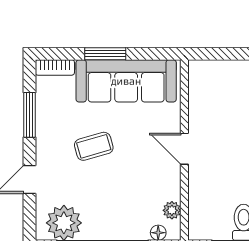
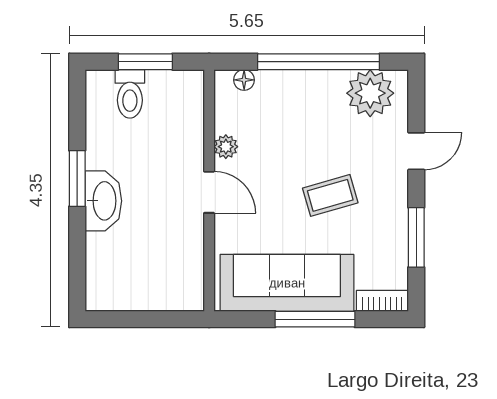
window: (105, 54) -> (315, 319), width x1.44
plant: (172, 210) -> (226, 147), moved

